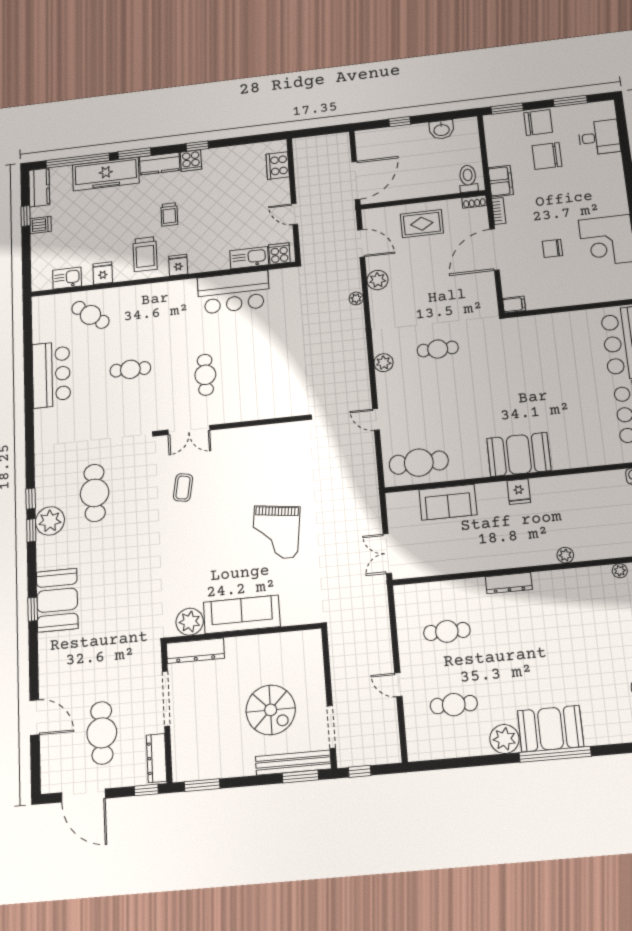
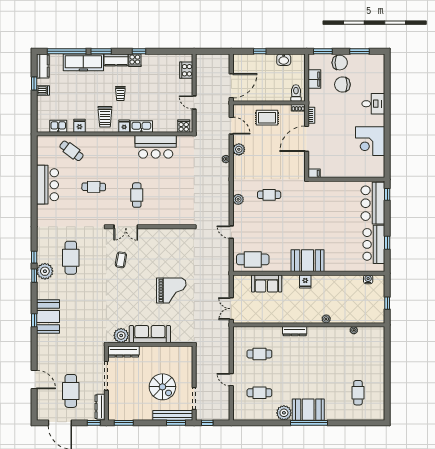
desk: (599, 137) -> (373, 104), moved
filing cabinet: (501, 181) -> (314, 79), moved
chair: (552, 248) -> (339, 142), removed
kitchen sink: (249, 258) -> (141, 127), moved
grand piano: (276, 532) -> (171, 290), turned -97

